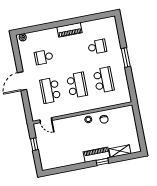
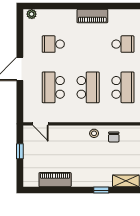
piano: (96, 155) -> (55, 180), moved

